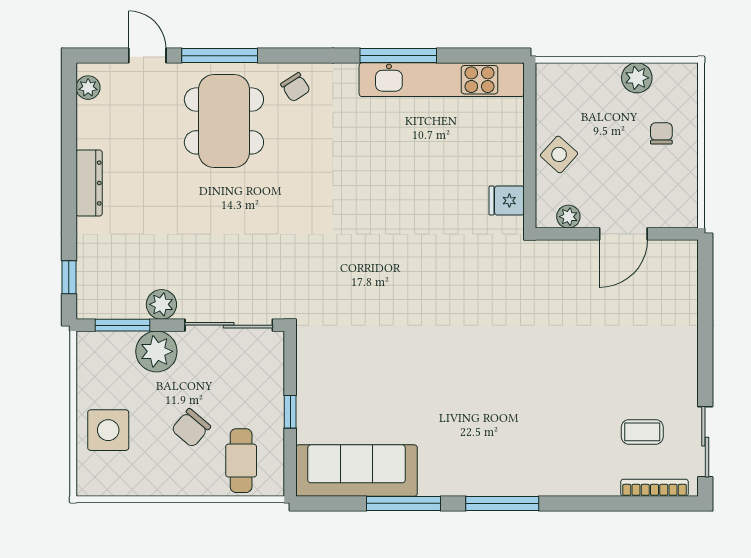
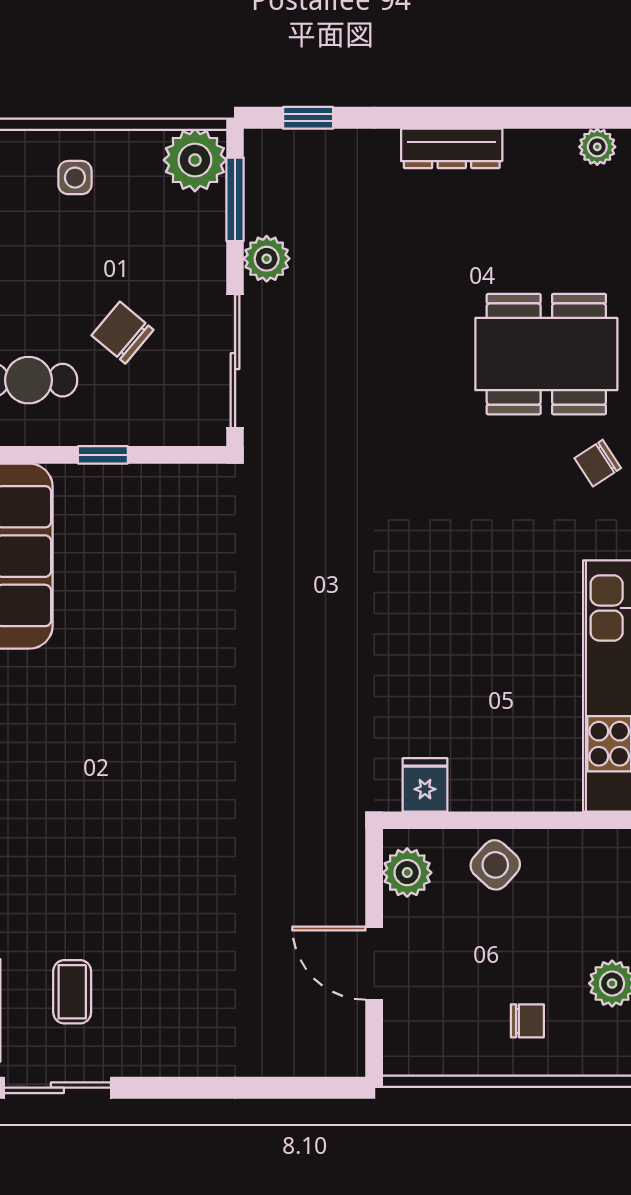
plant: (568, 217) -> (407, 873), width x1.38, depth x1.38
plant: (156, 351) -> (195, 160), moved
chair: (191, 428) -> (123, 333), moved
side table: (108, 430) -> (75, 178), width x0.54, depth x0.54

